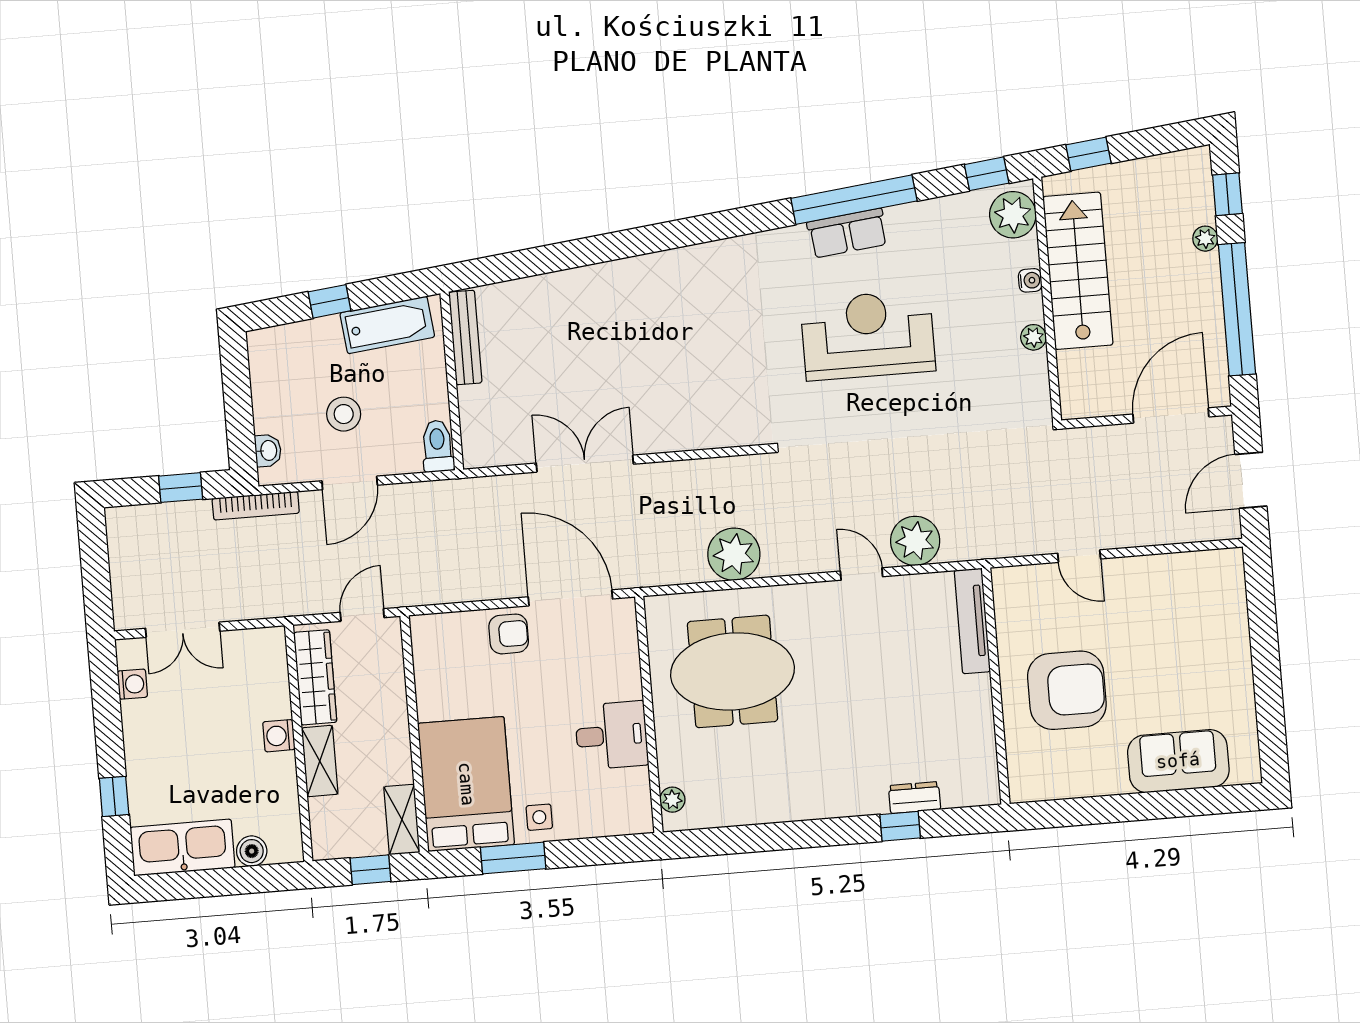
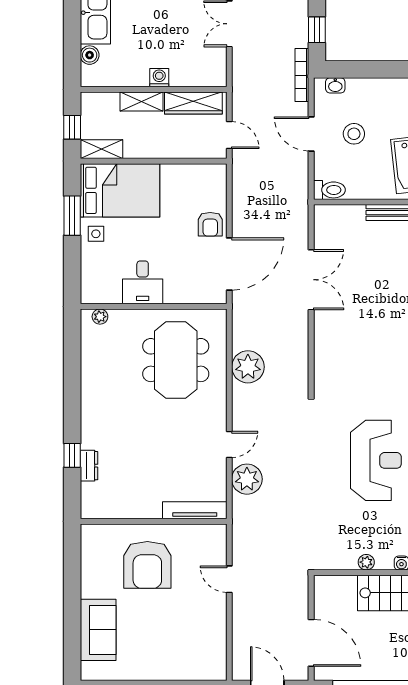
door: (1079, 556) -> (229, 579), hinge flipped

